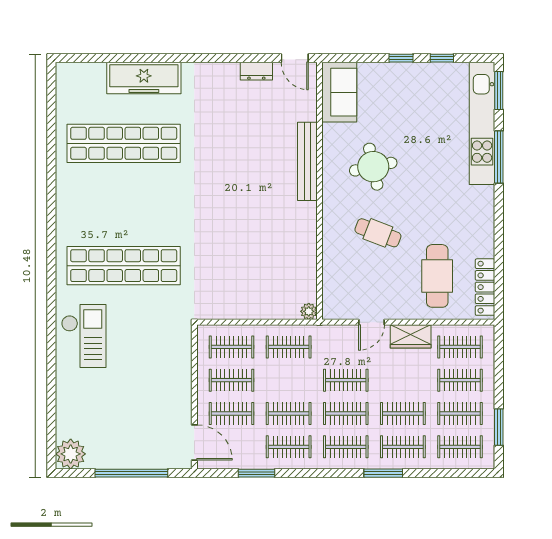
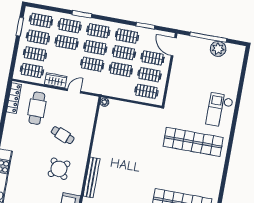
round table: (373, 167) -> (59, 169), turned -30
clothes rail: (289, 347) -> (121, 69), moved
plant: (71, 454) -> (218, 49), moved

